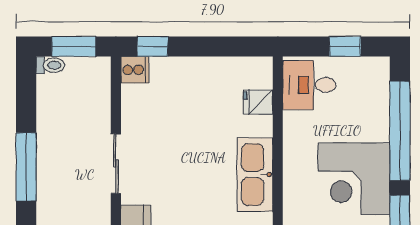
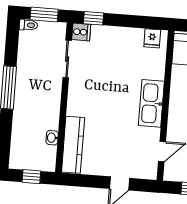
fridge: (258, 102) -> (152, 38), moved, turned -90
sliding door: (116, 164) -> (67, 59), moved

